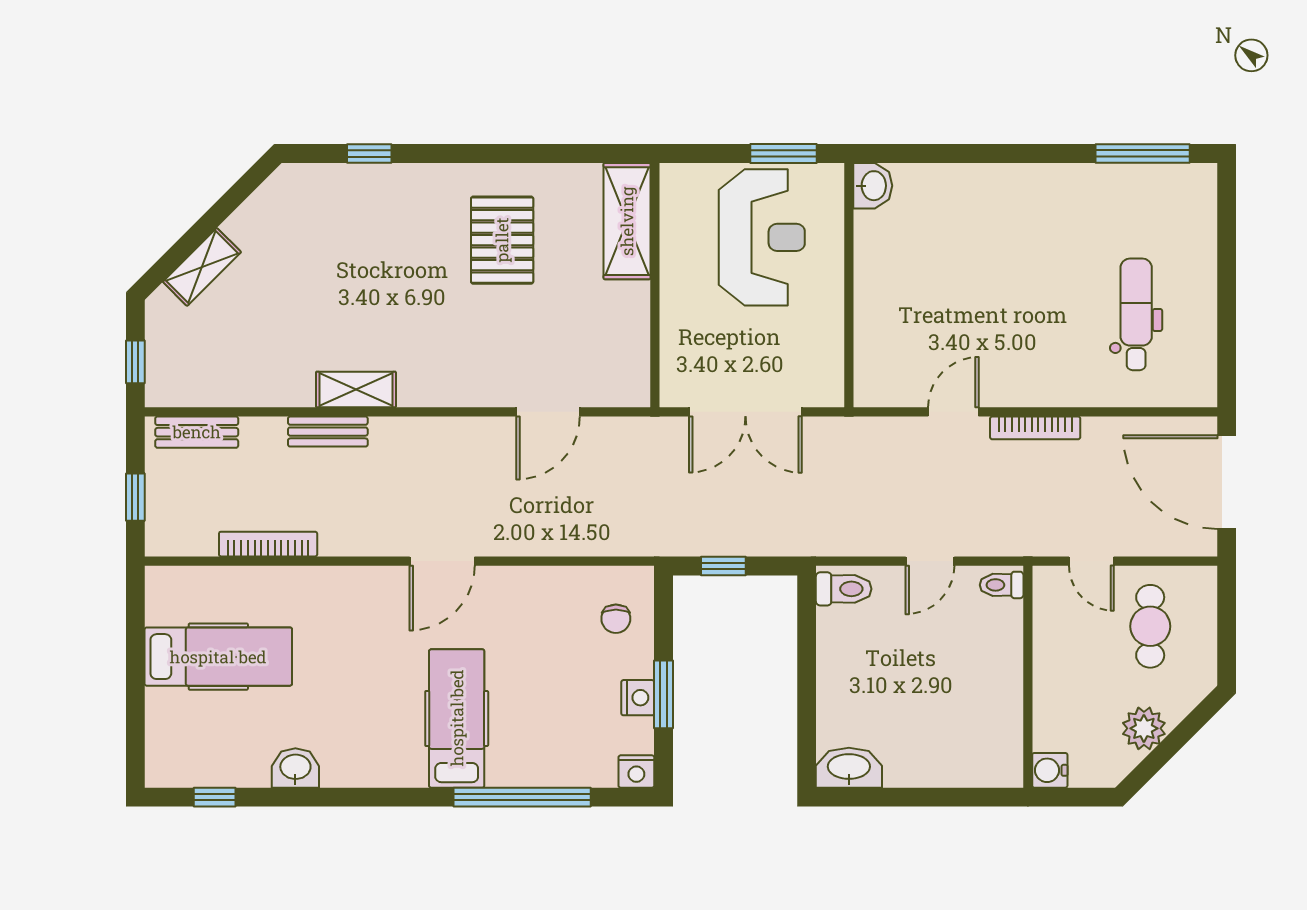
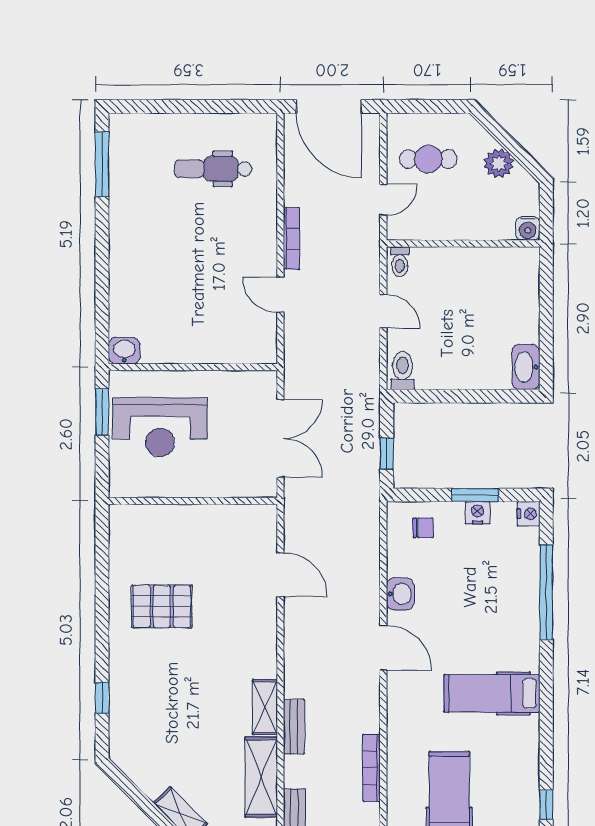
shelving: (627, 221) -> (261, 777), moved, turned 90
reception desk: (762, 237) -> (160, 427), turned 180
door: (1227, 482) -> (329, 106), hinge flipped
hospital bed: (457, 718) -> (492, 693), moved
washbasin: (295, 768) -> (400, 594), moved, turned 180

